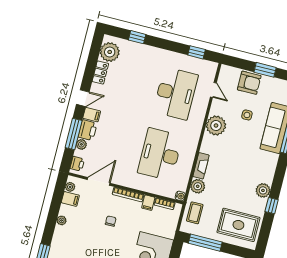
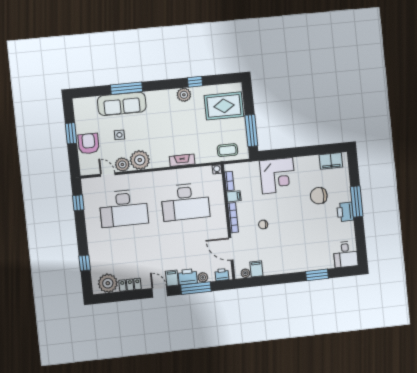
door: (213, 90) -> (108, 175), hinge flipped
desk: (176, 93) -> (124, 208), turned 180
plant: (198, 186) -> (122, 164), moved
plant: (62, 220) -> (279, 270), removed
rug: (238, 225) -> (224, 106), turned 90

